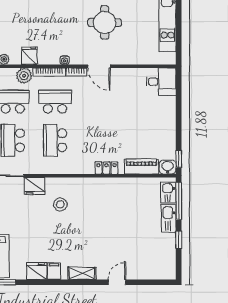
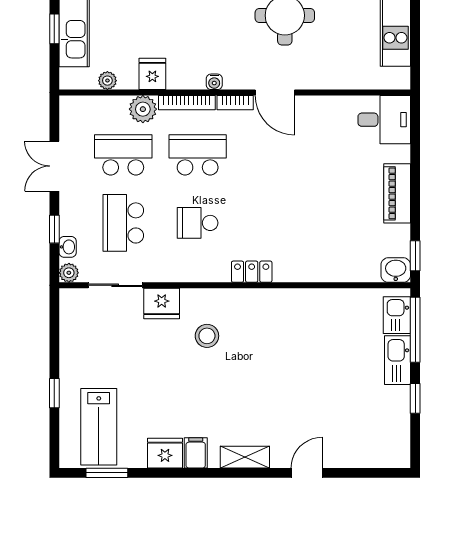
school desk: (55, 140) -> (198, 223), width x0.54
piano: (141, 167) -> (397, 193), moved, turned -90
locker: (106, 168) -> (252, 272), moved

